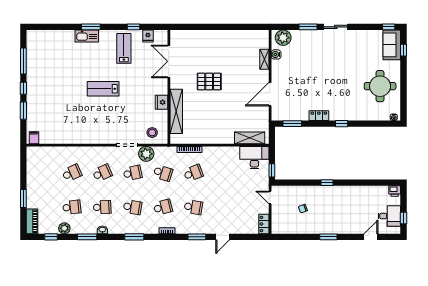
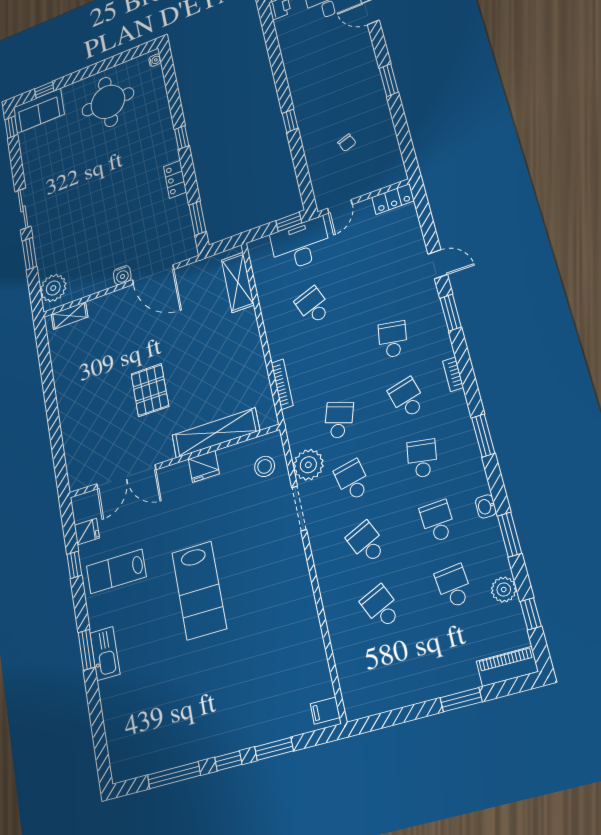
water cooler: (276, 54) -> (122, 275), moved
shelving: (264, 59) -> (69, 316), moved
lab bench: (103, 89) -> (199, 590), width x1.36, depth x1.39
desk: (254, 158) -> (300, 245), moved, turned 90
school desk: (193, 173) -> (313, 306), moved

